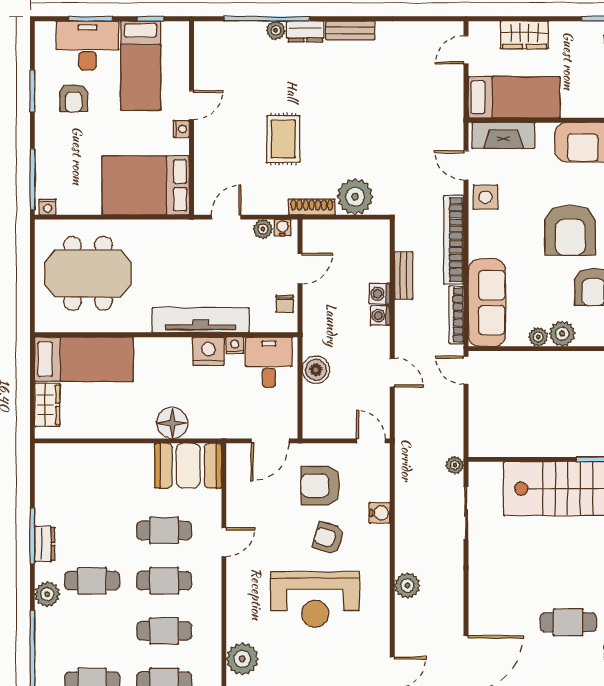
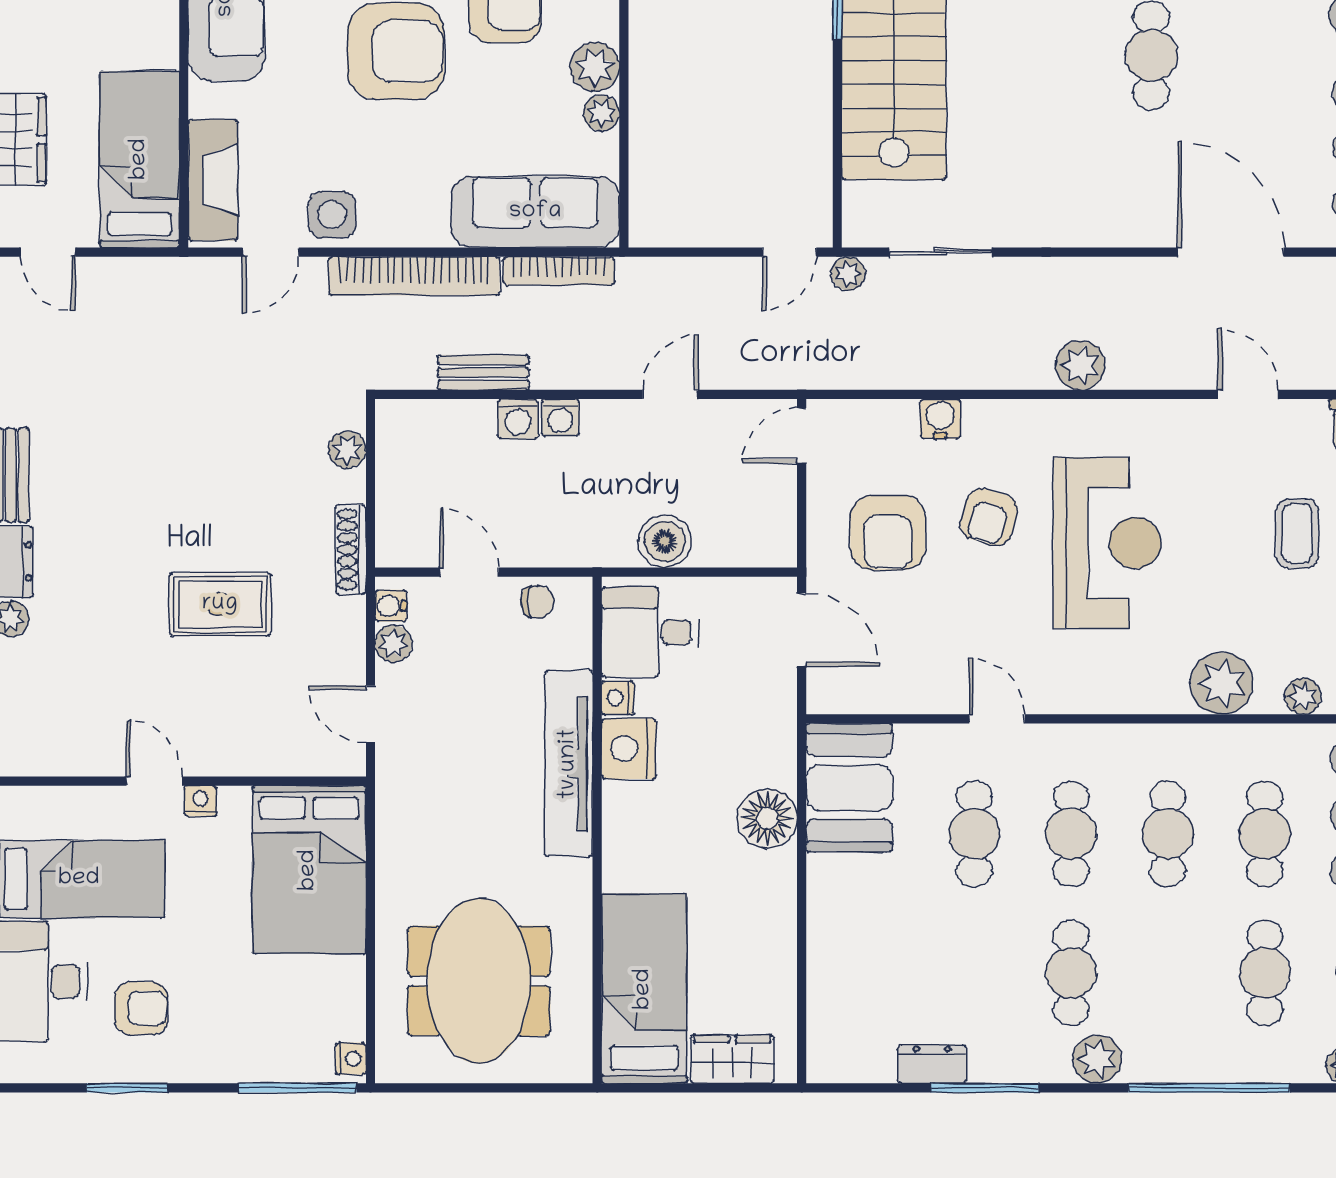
plant: (355, 197) -> (347, 450), width x0.53, depth x0.53
door: (466, 370) -> (789, 252), moved
dresser: (45, 544) -> (932, 1064), moved

